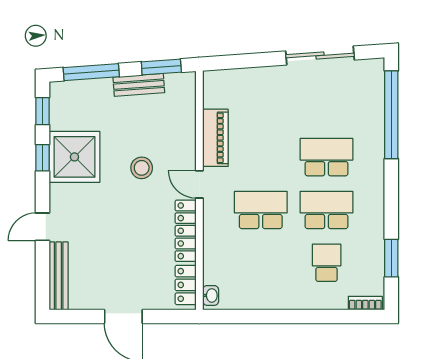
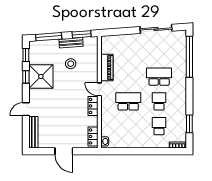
stool: (142, 168) -> (71, 64), moved
school desk: (327, 210) -> (159, 101), width x0.54
locker: (186, 231) -> (93, 106), width x0.66

